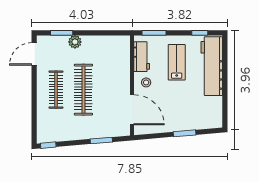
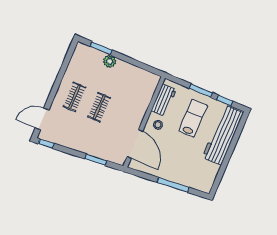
window: (154, 33) -> (201, 90), moved
door: (34, 54) -> (42, 119), moved
clothes rail: (56, 90) -> (74, 97), width x0.73
clothes rail: (83, 90) -> (99, 107), width x0.54, depth x0.76
window: (185, 133) -> (173, 185), width x1.44

